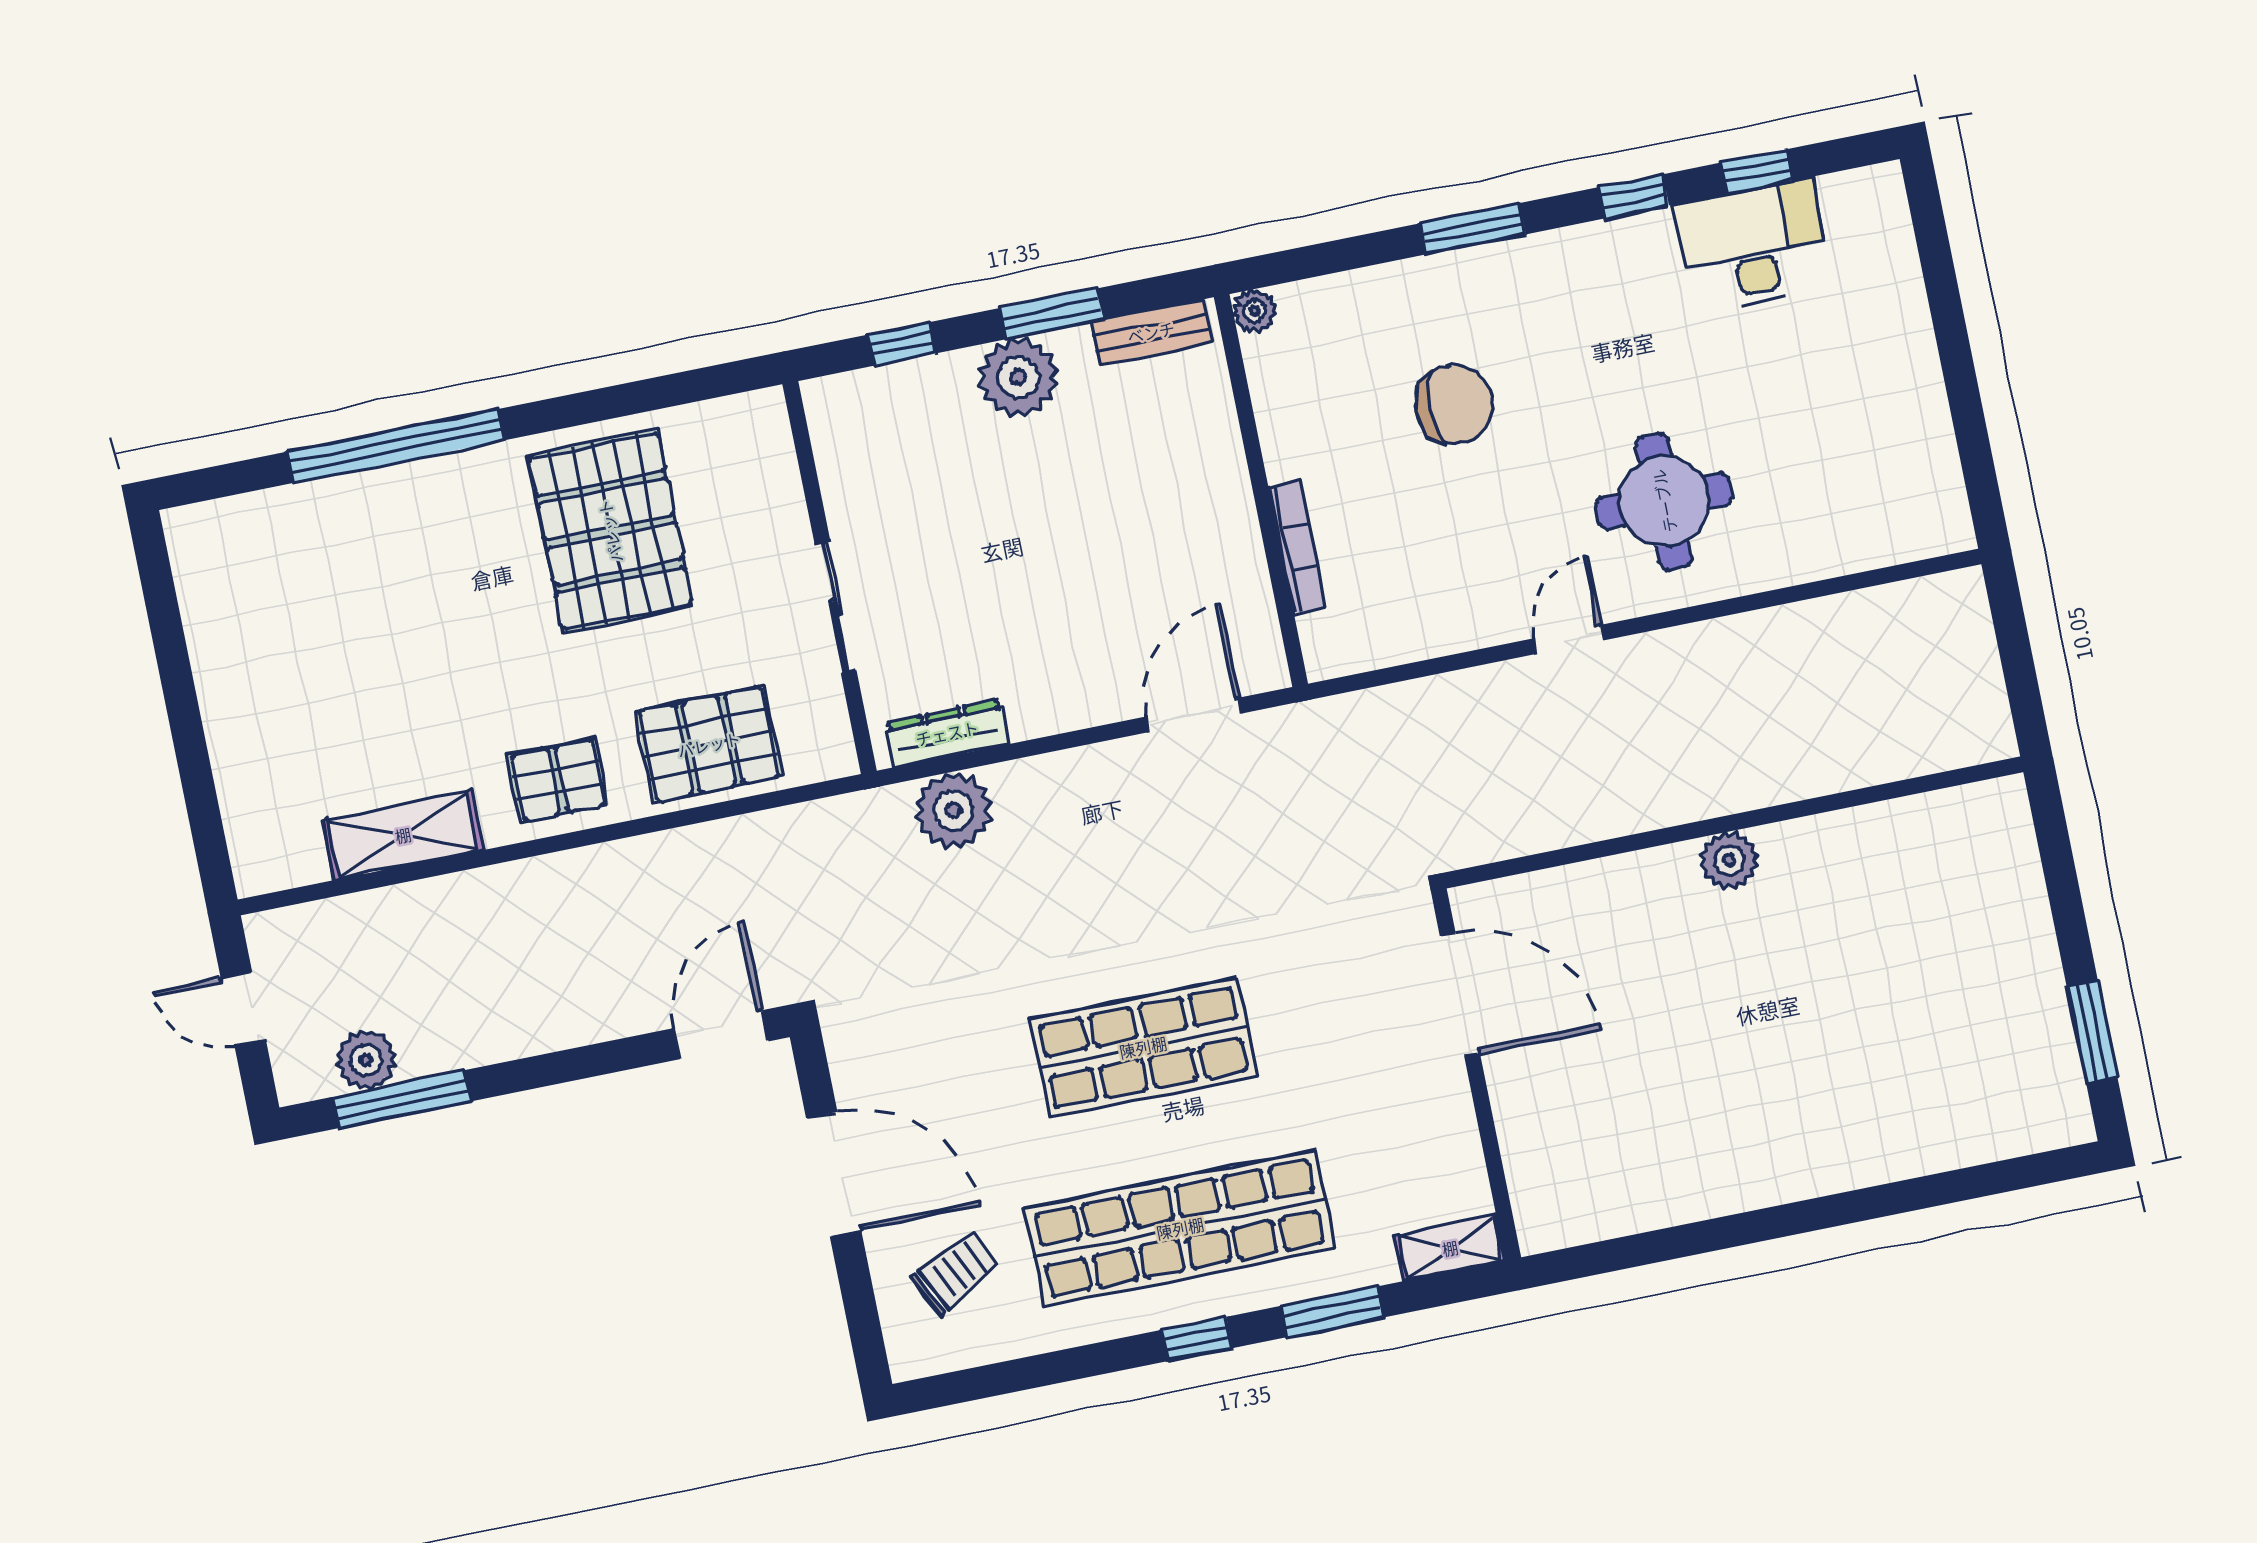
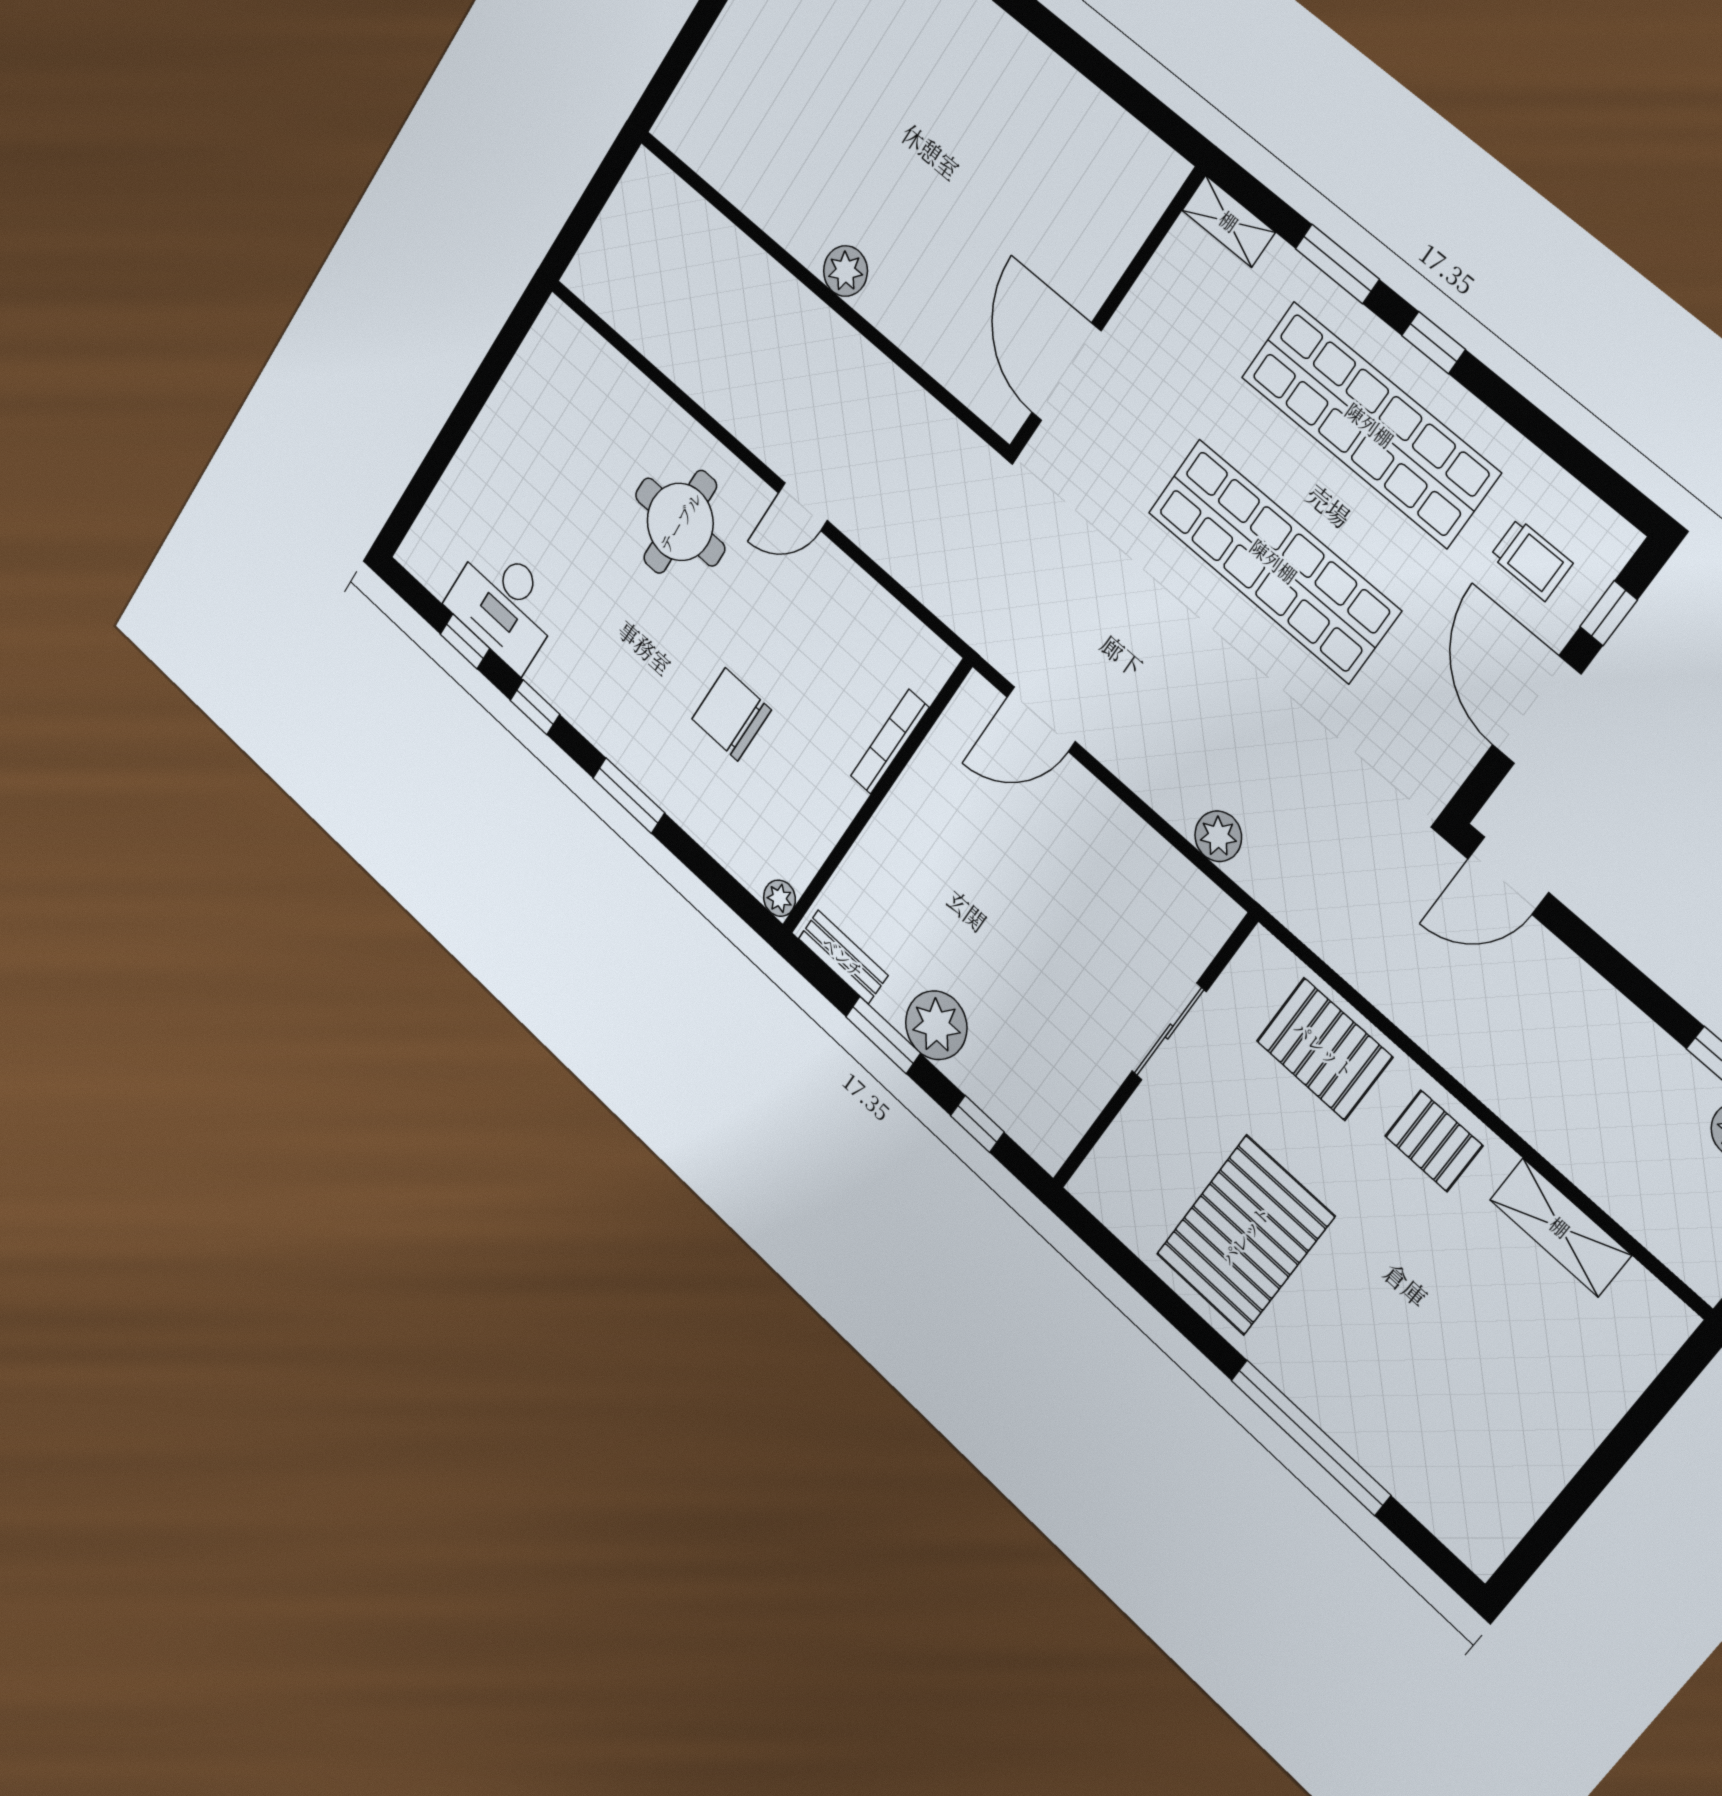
dresser: (947, 733) -> (1186, 883), removed
plant: (953, 810) -> (1218, 836), width x0.73, depth x0.73
shop shelf: (1143, 1047) -> (1274, 561), width x1.40
trolley: (955, 1273) -> (1531, 560), turned -153
window: (859, 1301) -> (1609, 613), added

